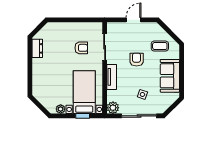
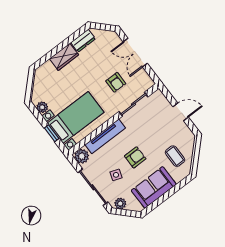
double door: (71, 20) -> (135, 53), added
armchair: (137, 60) -> (135, 157), moved
wardrobe: (38, 69) -> (64, 57), added
tv unit: (112, 77) -> (105, 136), width x1.41
plant: (164, 106) -> (120, 204), added

